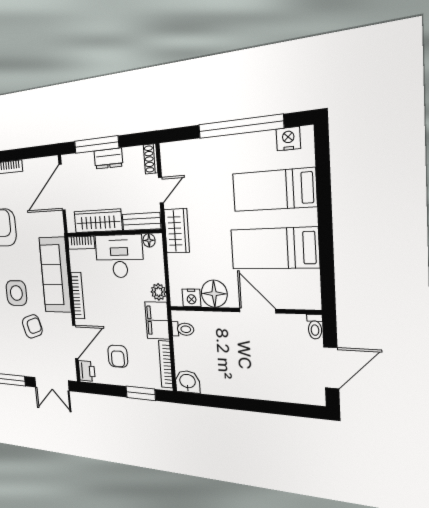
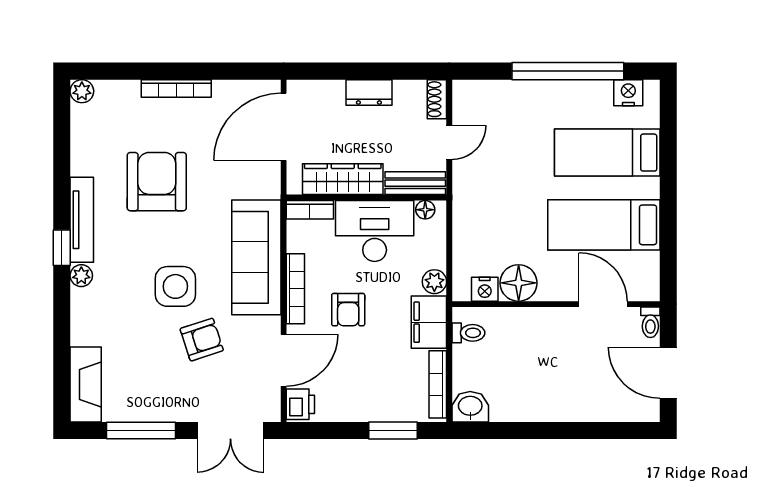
window: (96, 144) -> (351, 71), removed
wardrobe: (177, 231) -> (469, 198), removed
door: (258, 311) -> (603, 304), moved
armchair: (118, 356) -> (348, 310), moved
door: (331, 368) -> (668, 373), swing flipped

